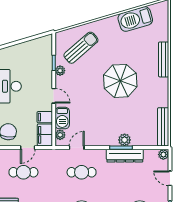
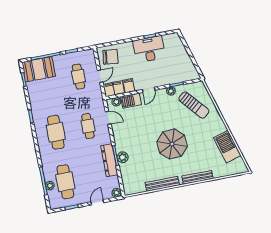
bench: (163, 127) -> (162, 184), moved
door: (28, 148) -> (100, 76), swing flipped

